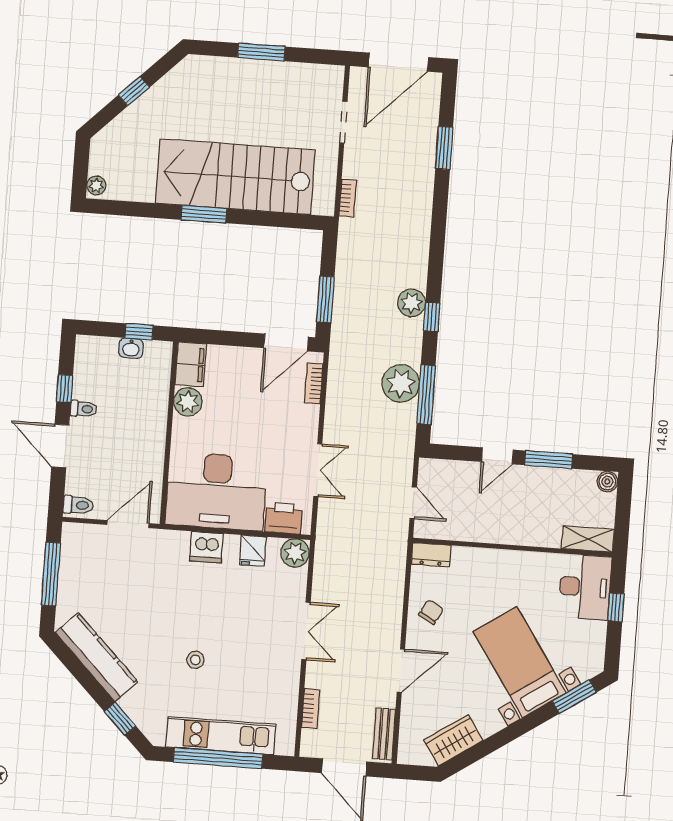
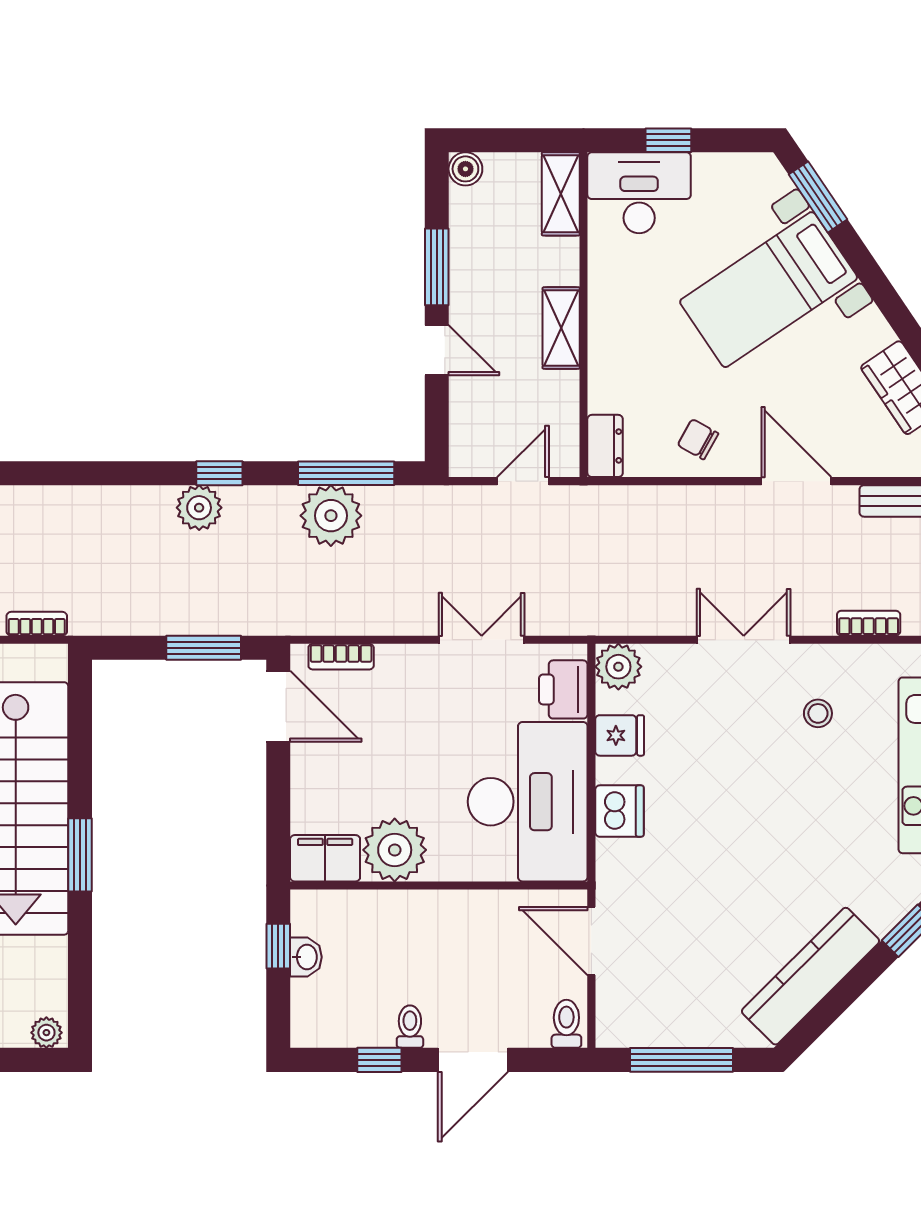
plant: (188, 402) -> (395, 850), width x1.36, depth x1.36
shelving: (505, 533) -> (561, 328), added
stool: (195, 660) -> (818, 713), moved

